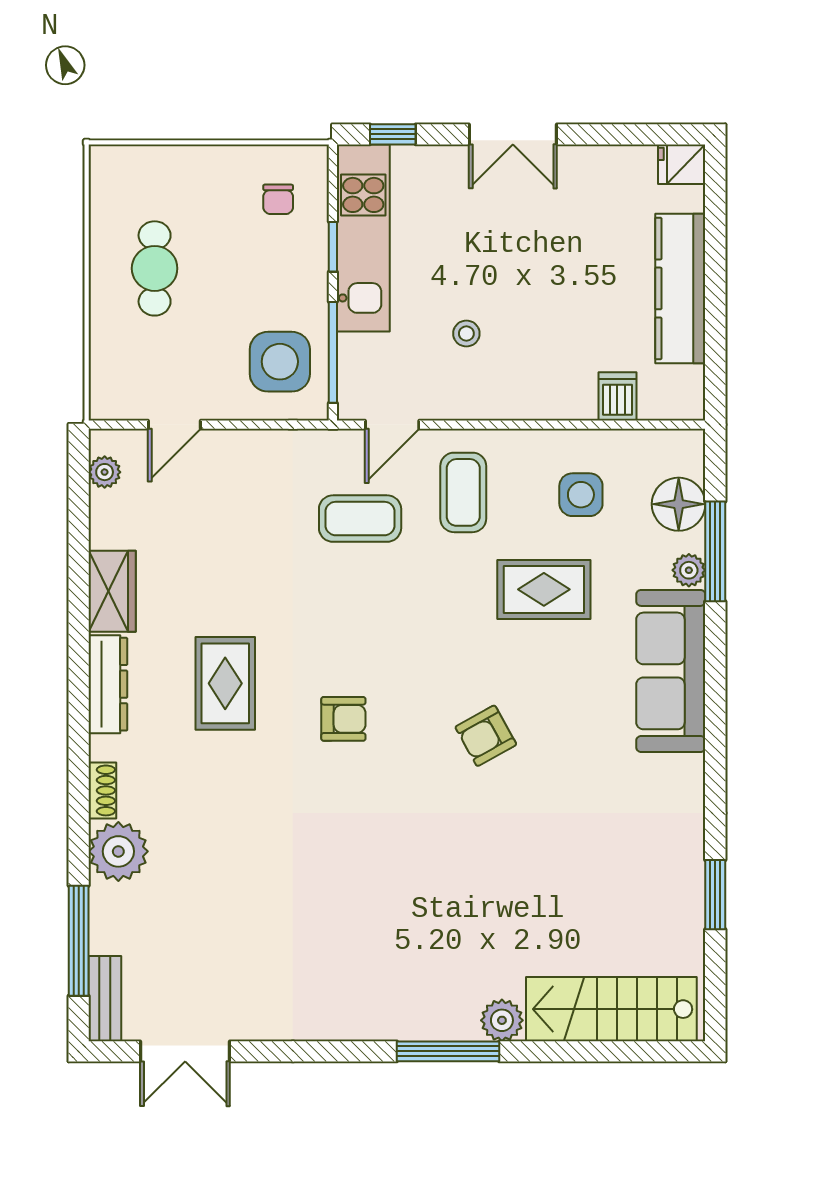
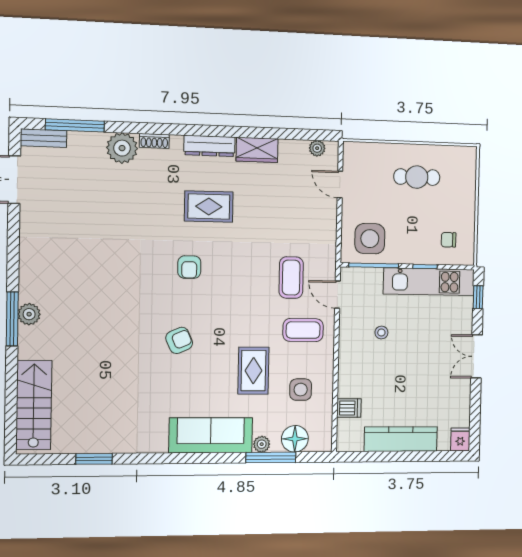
armchair: (486, 736) -> (179, 340), turned 95
plant: (502, 1020) -> (29, 314), moved

